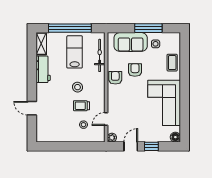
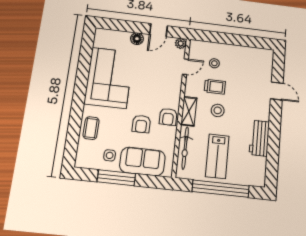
shelving: (41, 44) -> (189, 111), moved
floor lamp: (175, 137) -> (137, 39), moved
window: (151, 146) -> (133, 27), removed

